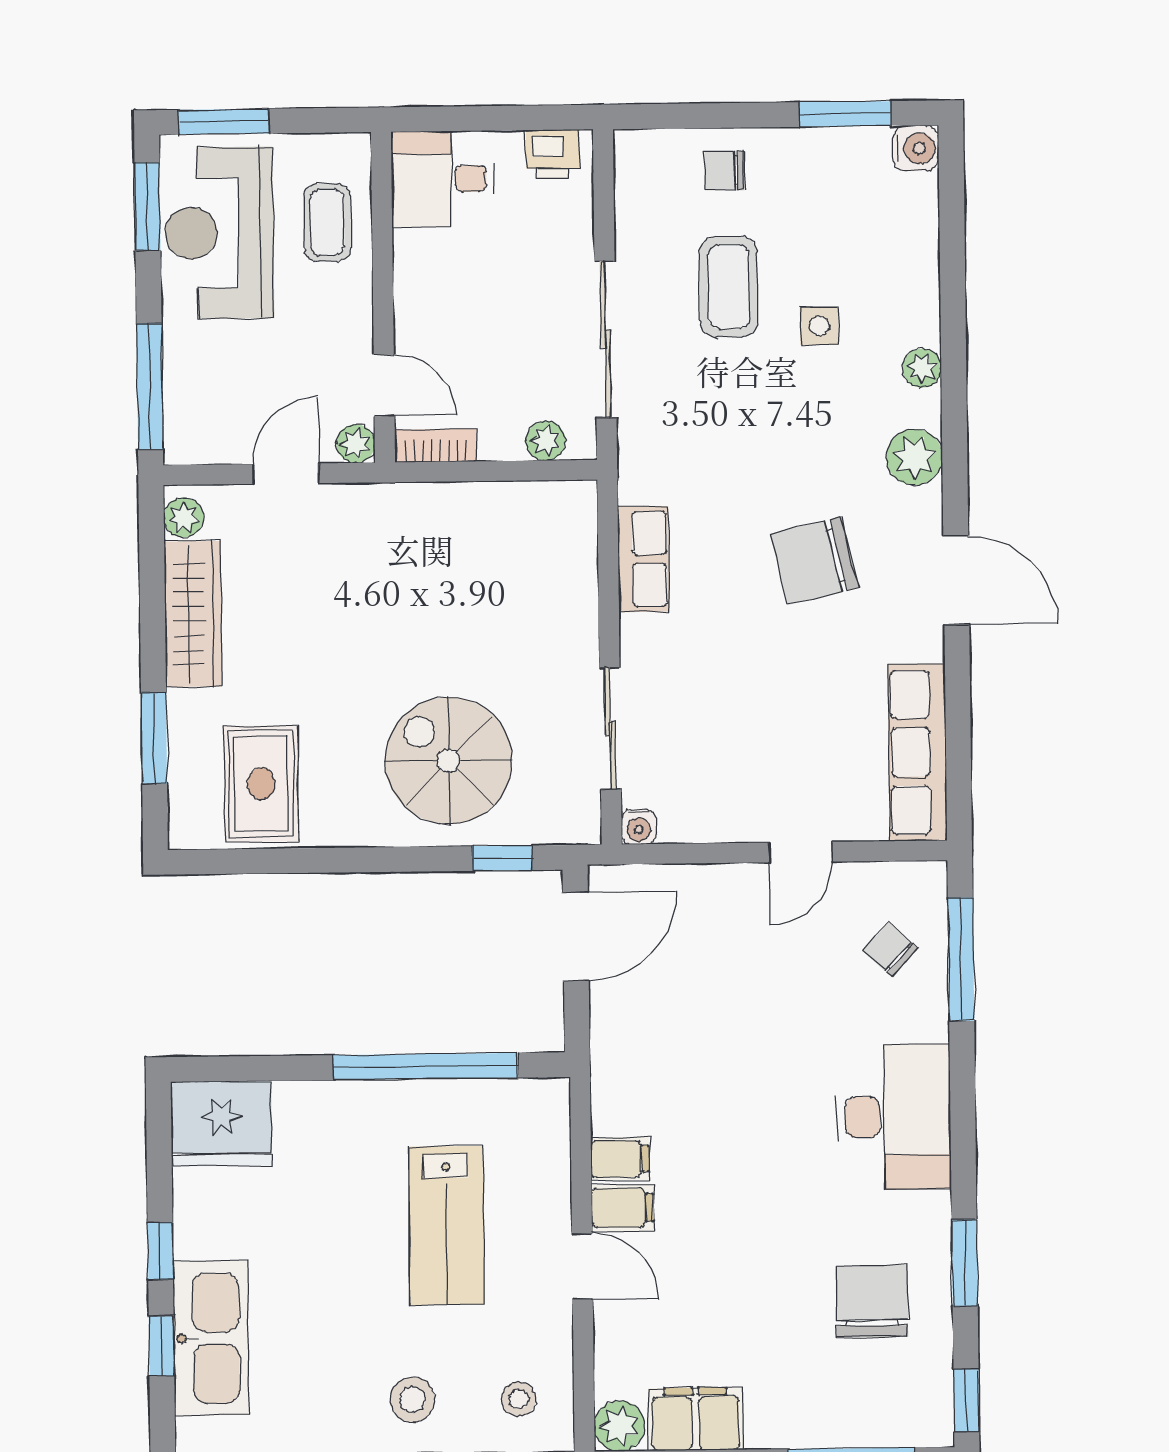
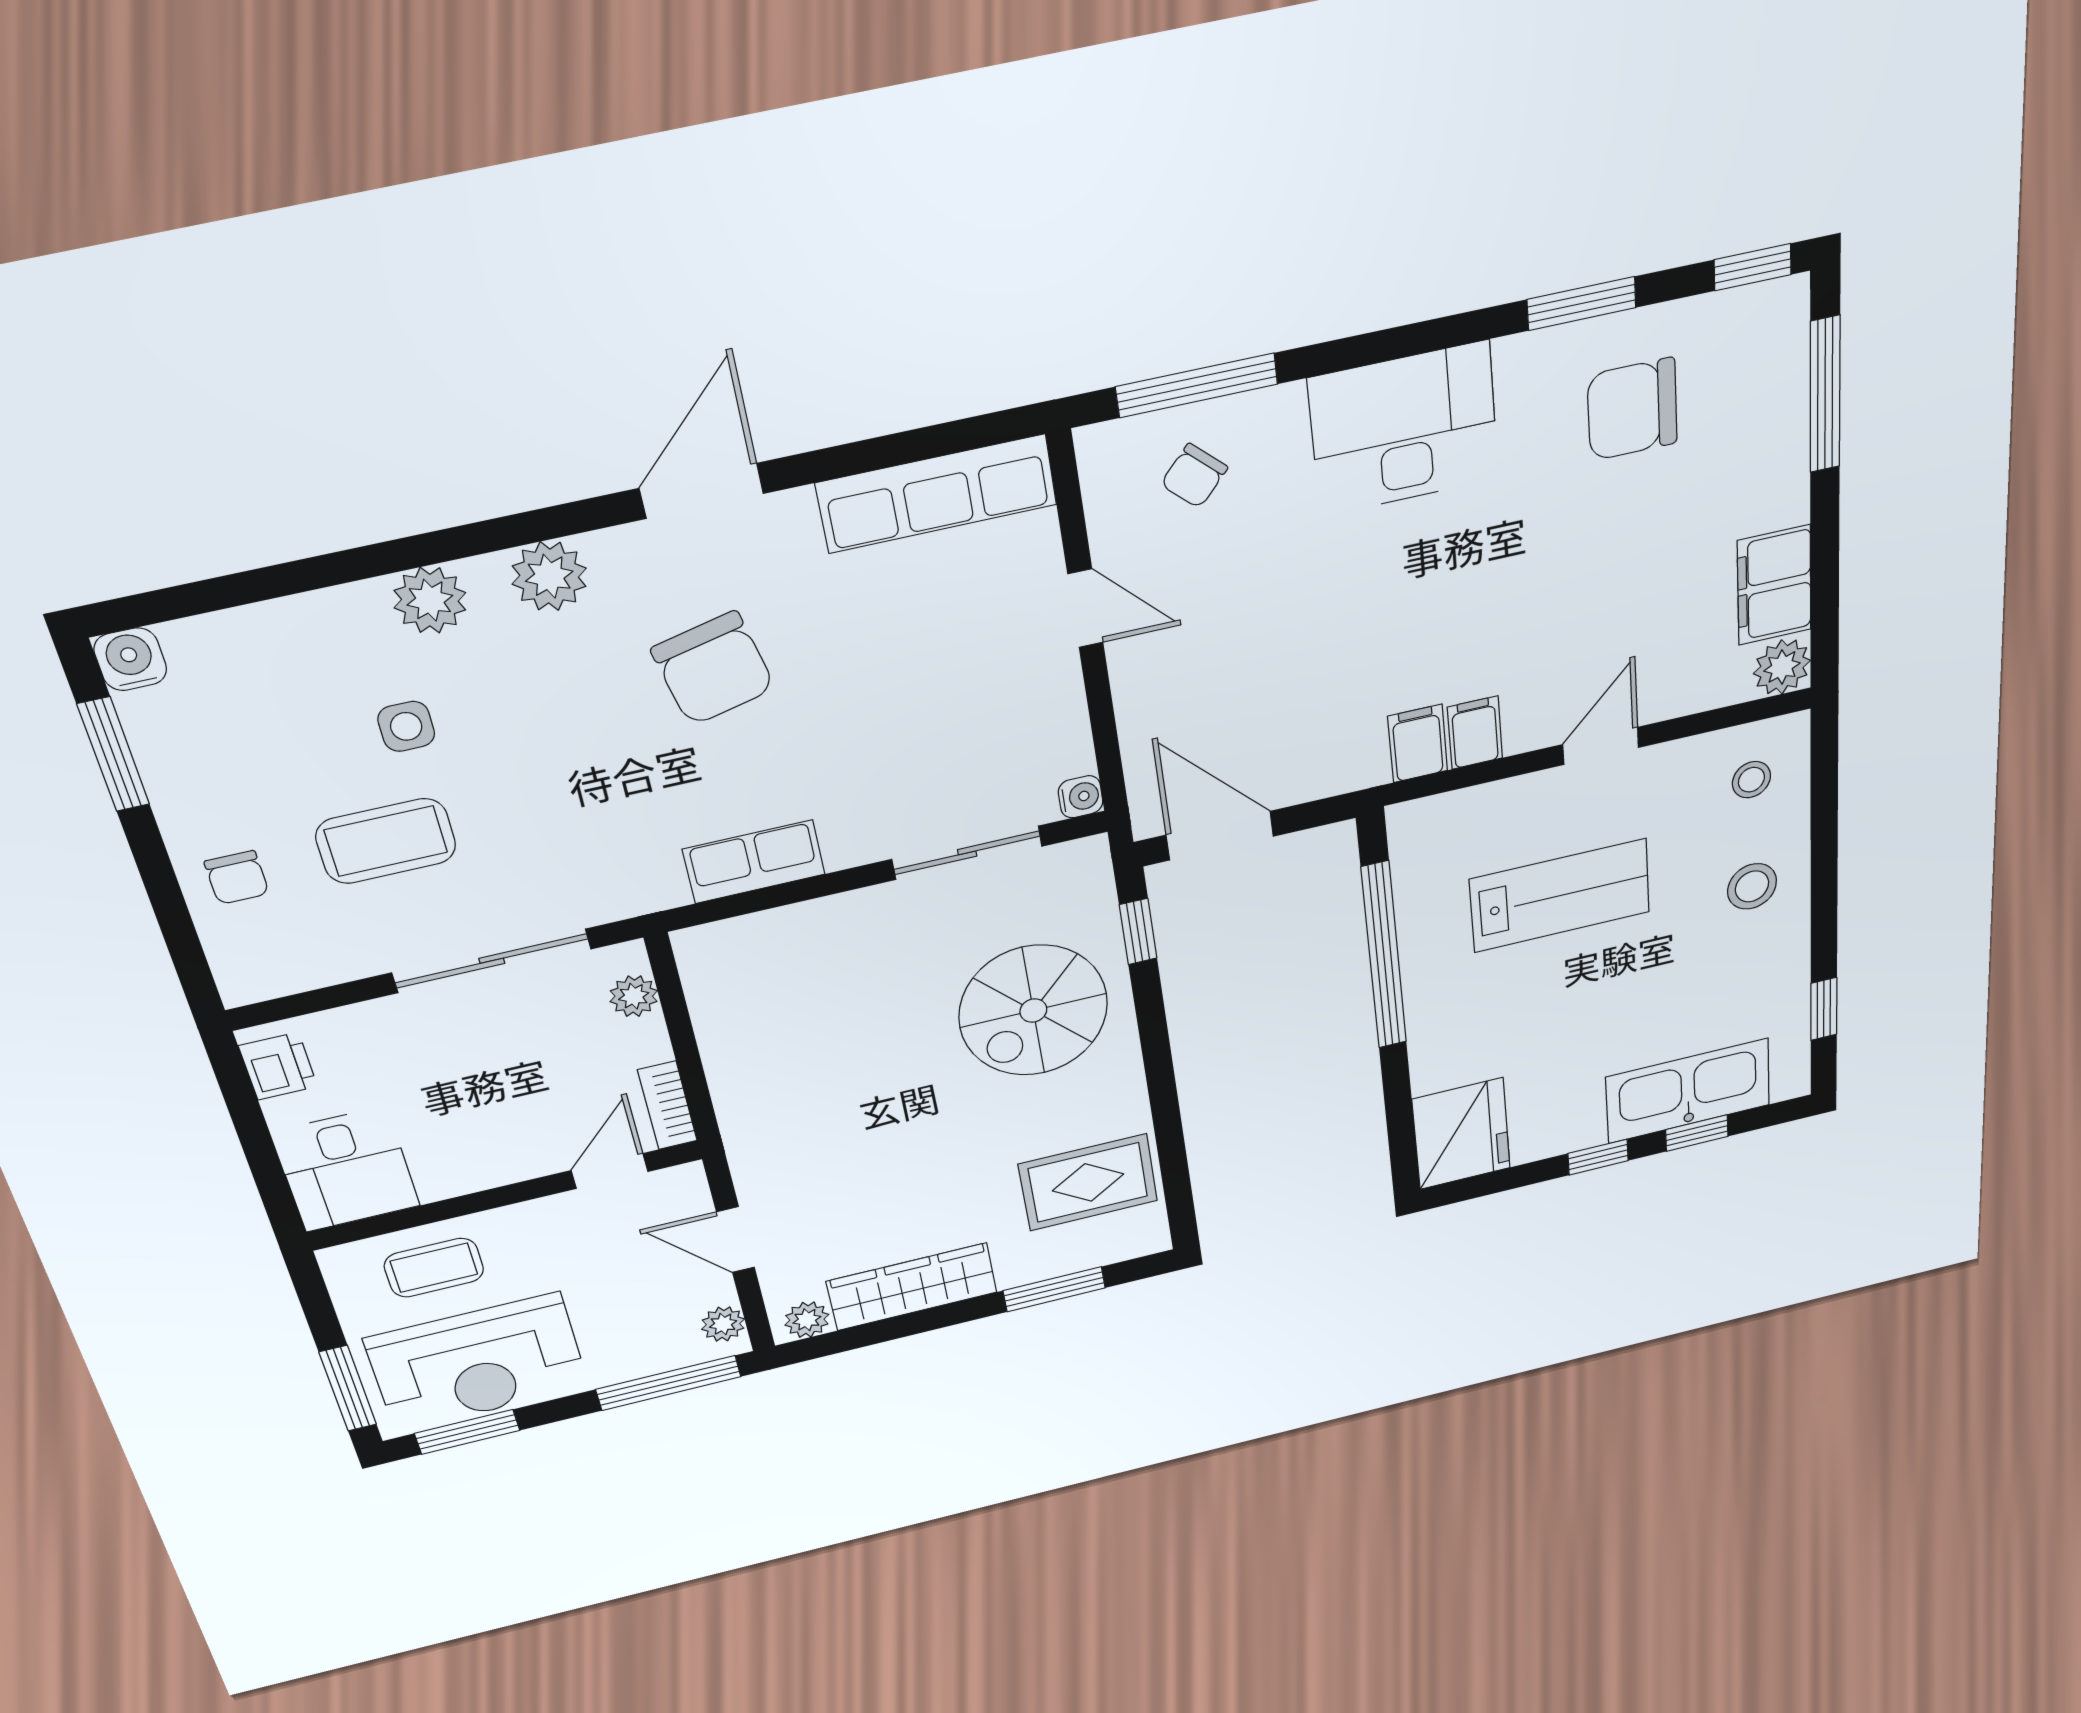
plant: (922, 368) -> (430, 600), width x1.38, depth x1.38
plant: (356, 444) -> (723, 1324), moved
filing cabinet: (623, 1208) -> (1418, 743), moved

